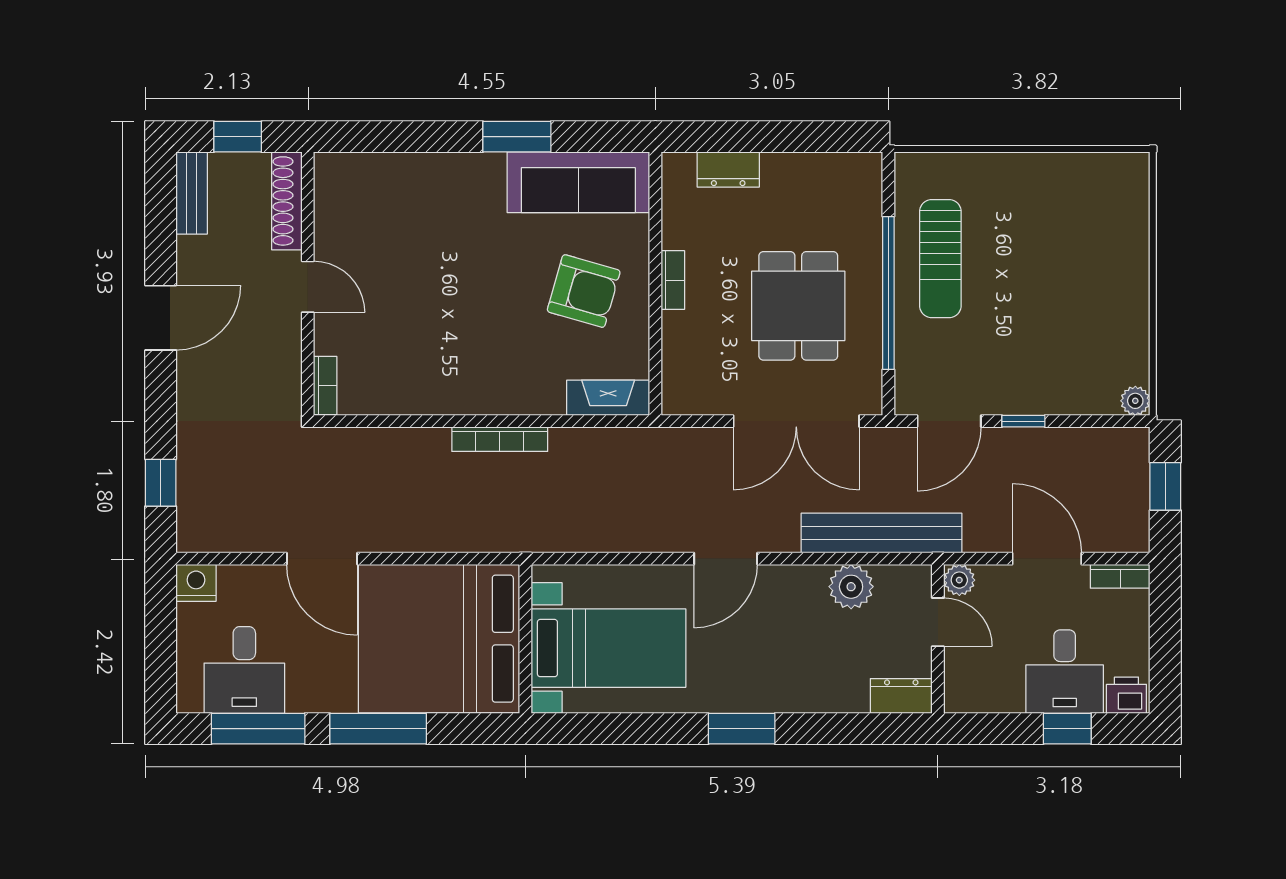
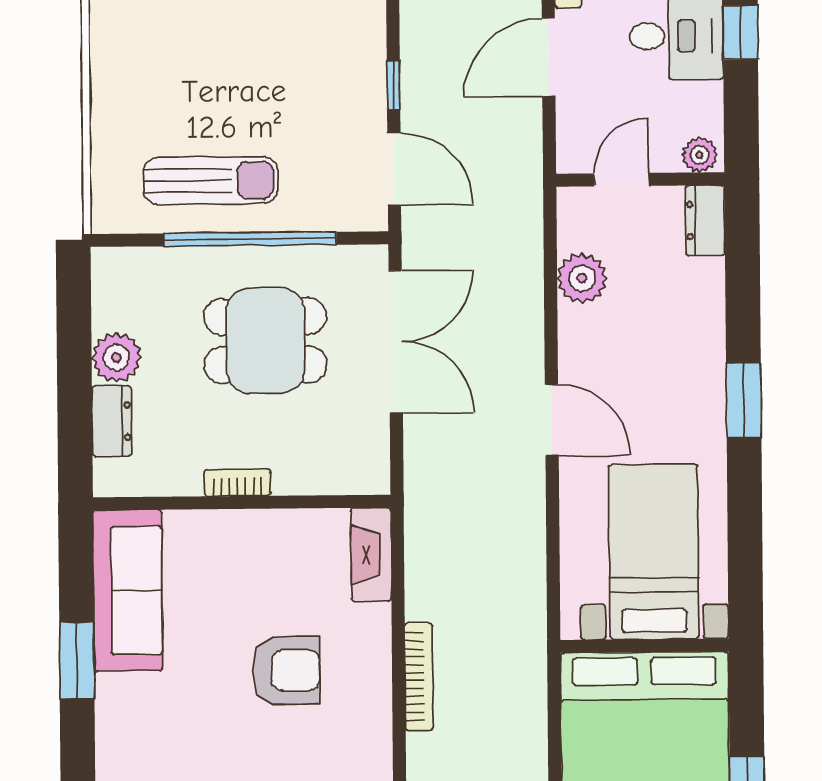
plant: (785, 174) -> (116, 358), added
armchair: (584, 291) -> (286, 670), moved, turned 74
bench: (881, 533) -> (521, 244), removed
plant: (959, 580) -> (700, 155), moved

